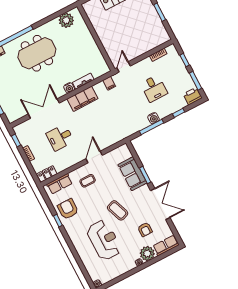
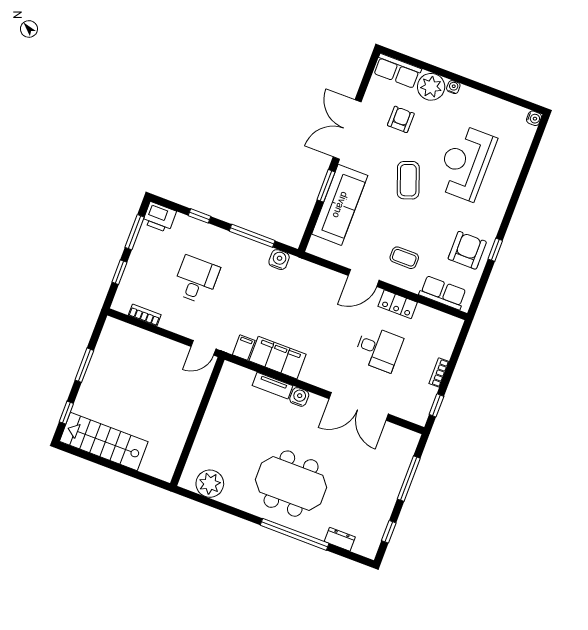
filing cabinet: (82, 99) -> (278, 358), moved
water cooler: (153, 118) -> (279, 260), moved
locker: (47, 174) -> (398, 304), moved
sofa: (132, 174) -> (340, 205), width x1.36
armchair: (68, 209) -> (467, 250), turned 180

